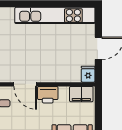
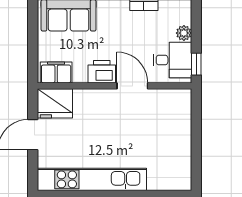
fridge: (88, 74) -> (55, 103), width x1.88, depth x1.34

